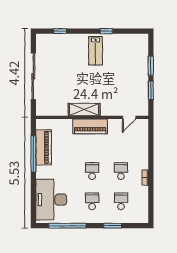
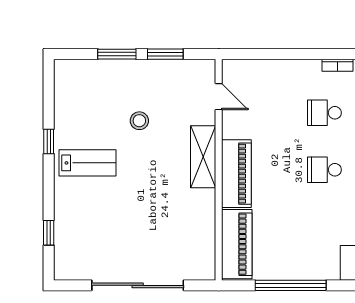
stool: (117, 77) -> (139, 121), added
shelving: (84, 110) -> (203, 157), moved
piano: (44, 147) -> (237, 244), moved, turned 90

